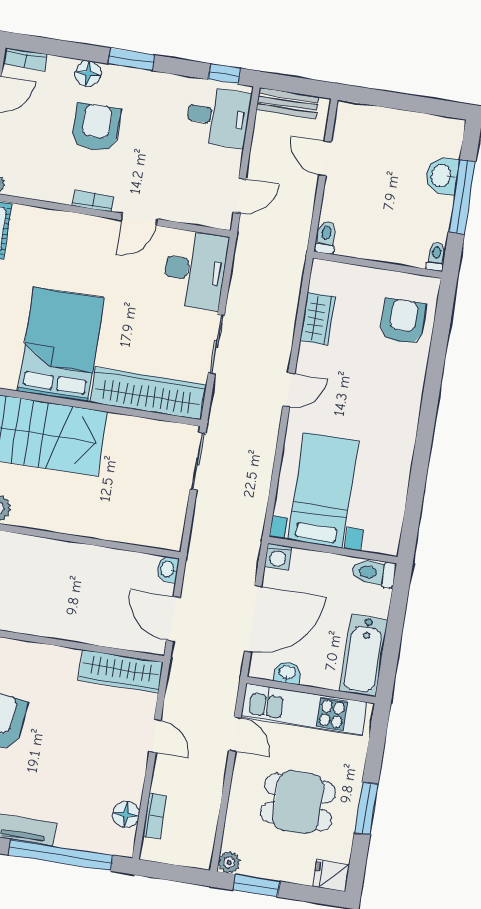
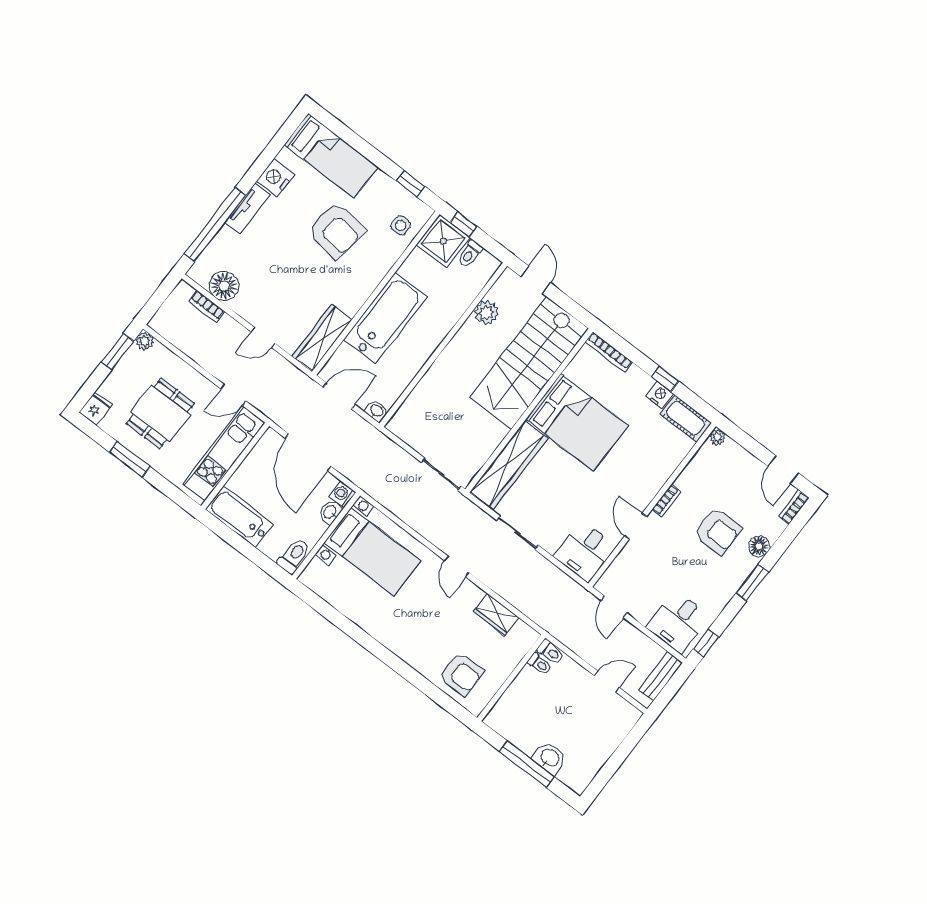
toilet: (436, 256) -> (539, 664), moved
desk: (195, 270) -> (585, 551), width x0.73
bathtub: (61, 615) -> (385, 318), added
washbasin: (287, 673) -> (330, 512), moved, turned 180
floor lamp: (126, 814) -> (224, 286), width x1.38, depth x1.38

